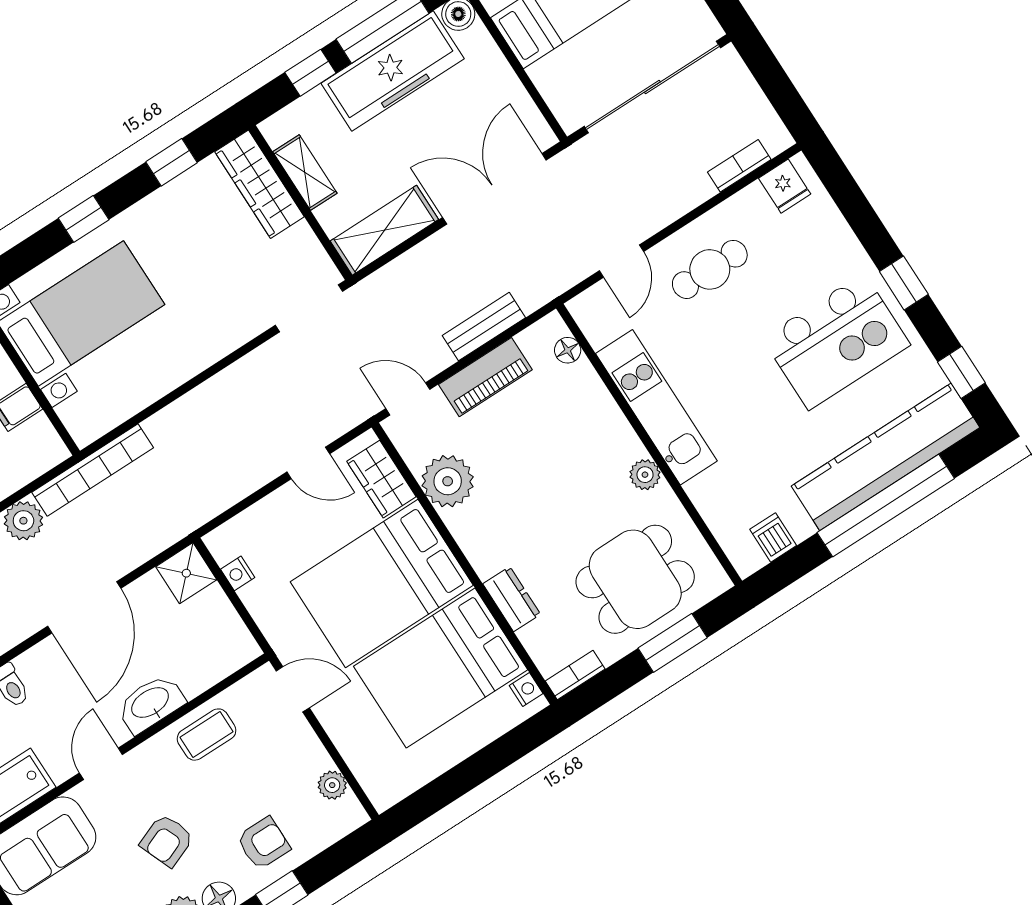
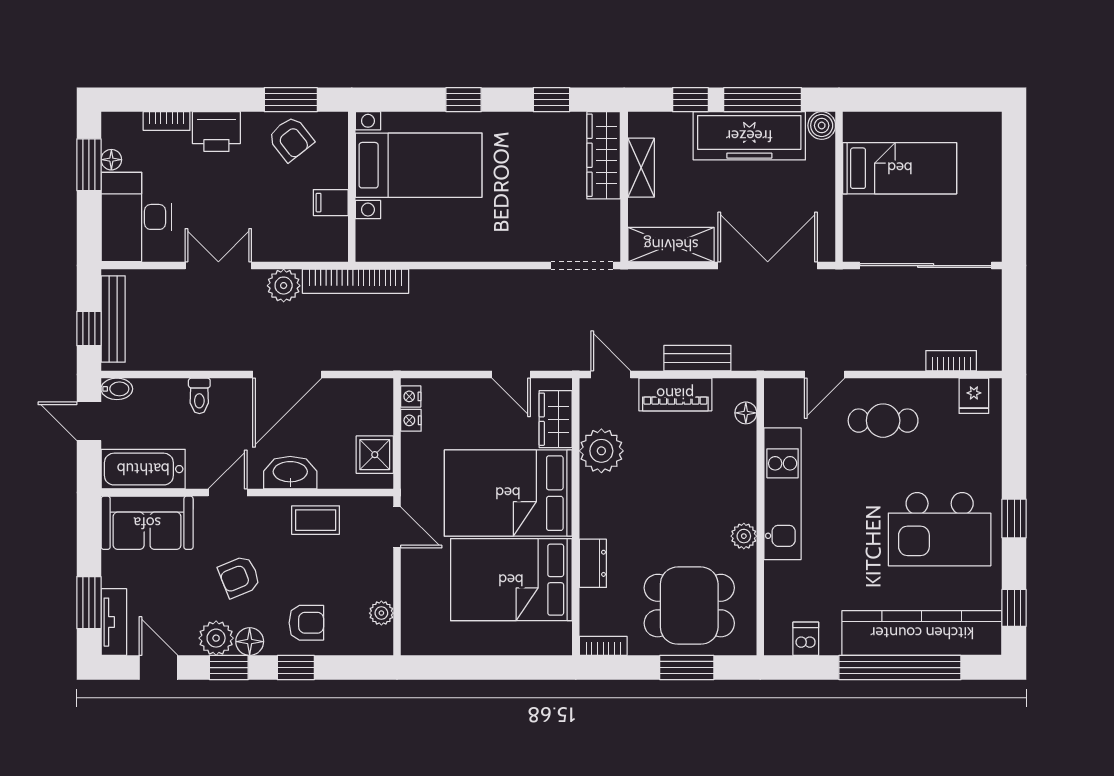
shower: (186, 573) -> (375, 455), moved
nightstand: (526, 689) -> (411, 396), moved, turned 180

